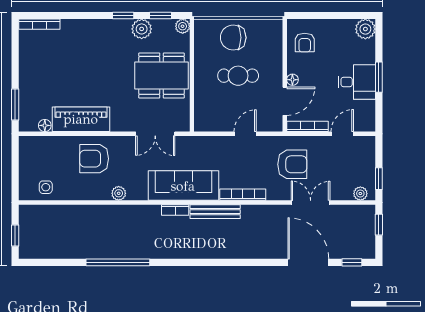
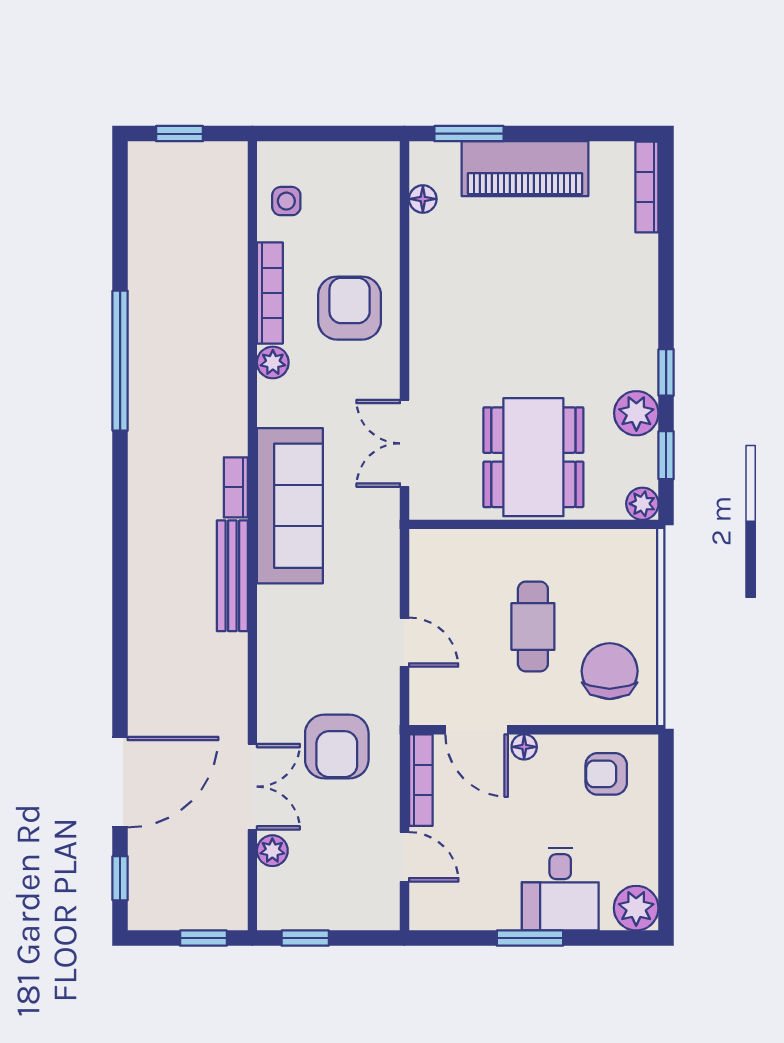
chair: (233, 38) -> (610, 671), moved
desk: (357, 82) -> (560, 889), moved
piano: (81, 119) -> (525, 169), moved, turned 90
plant: (360, 194) -> (272, 851), moved
bookcase: (243, 195) -> (270, 293), moved

